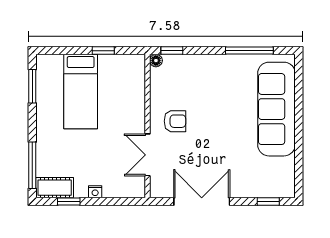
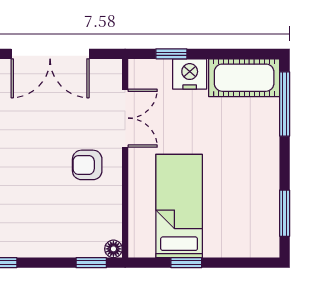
bed: (81, 92) -> (179, 206), moved
cot: (55, 188) -> (244, 78), width x1.37, depth x1.34
nightstand: (95, 192) -> (190, 74), width x1.89, depth x1.79
window: (69, 201) -> (171, 54), moved

